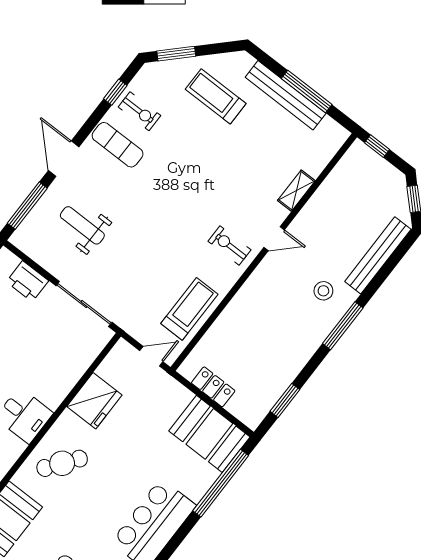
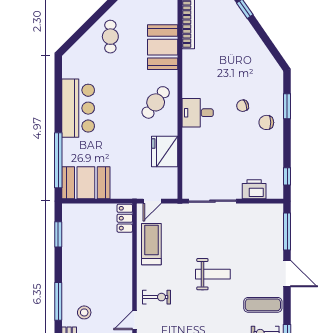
weight bench: (82, 225) -> (213, 274), moved
treadmill: (189, 309) -> (151, 244), turned 180
locker: (213, 387) -> (125, 218), moved, turned 90

